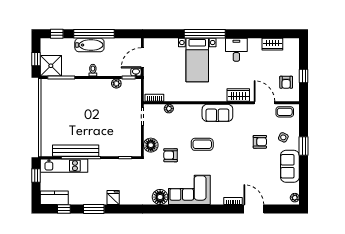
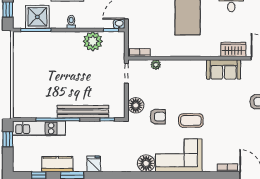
shower: (51, 66) -> (37, 17), moved
plant: (116, 84) -> (93, 41), width x1.87, depth x1.87
sofa: (217, 113) -> (224, 69), moved
coffee table: (202, 144) -> (191, 120), moved
bench: (76, 151) -> (83, 112), moved
armchair: (171, 155) -> (158, 117), turned 180
kitchen counter: (54, 198) -> (57, 164), moved

